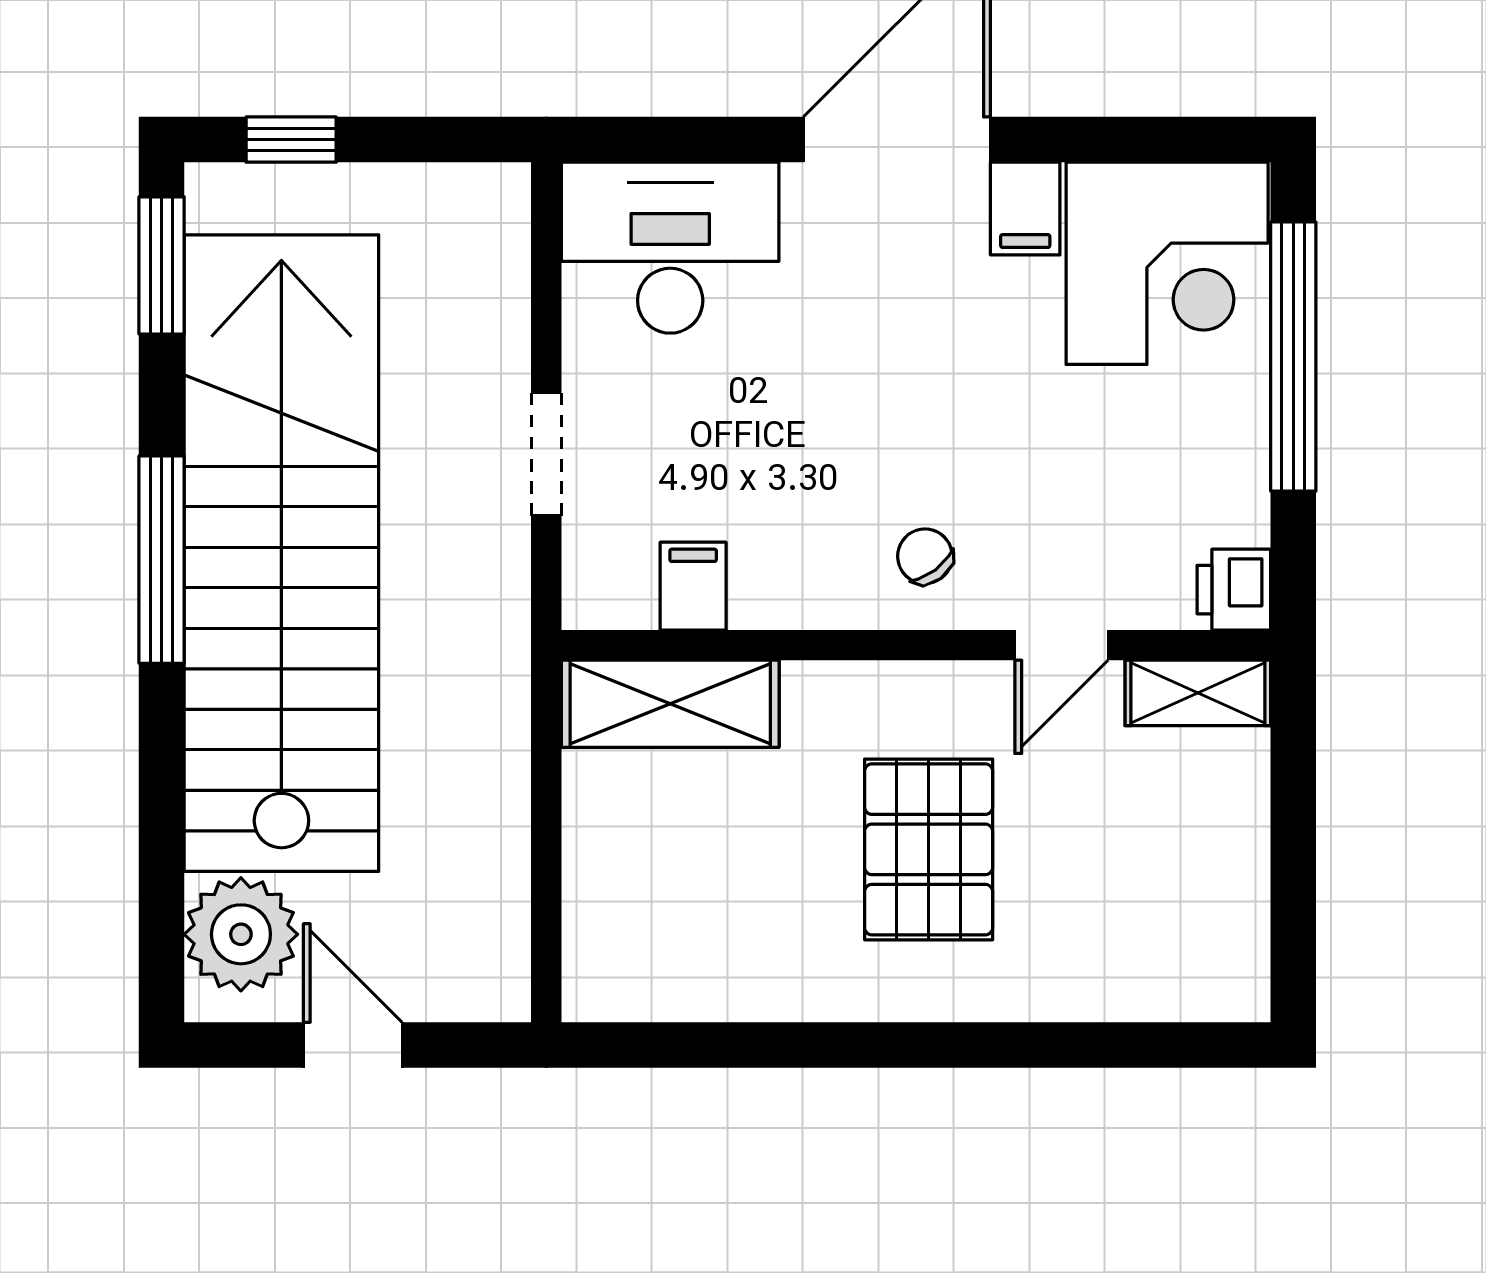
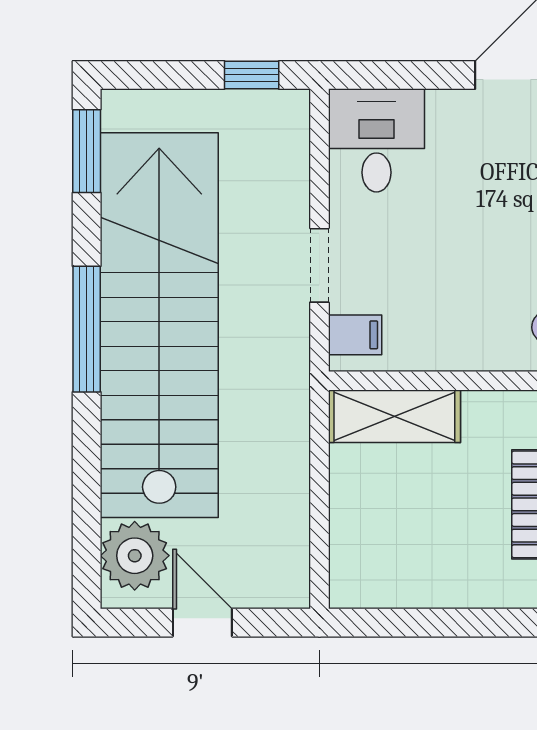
window: (291, 140) -> (252, 75), moved
desk: (670, 248) -> (376, 140), width x0.73
filing cabinet: (693, 586) -> (355, 335), moved, turned 90

